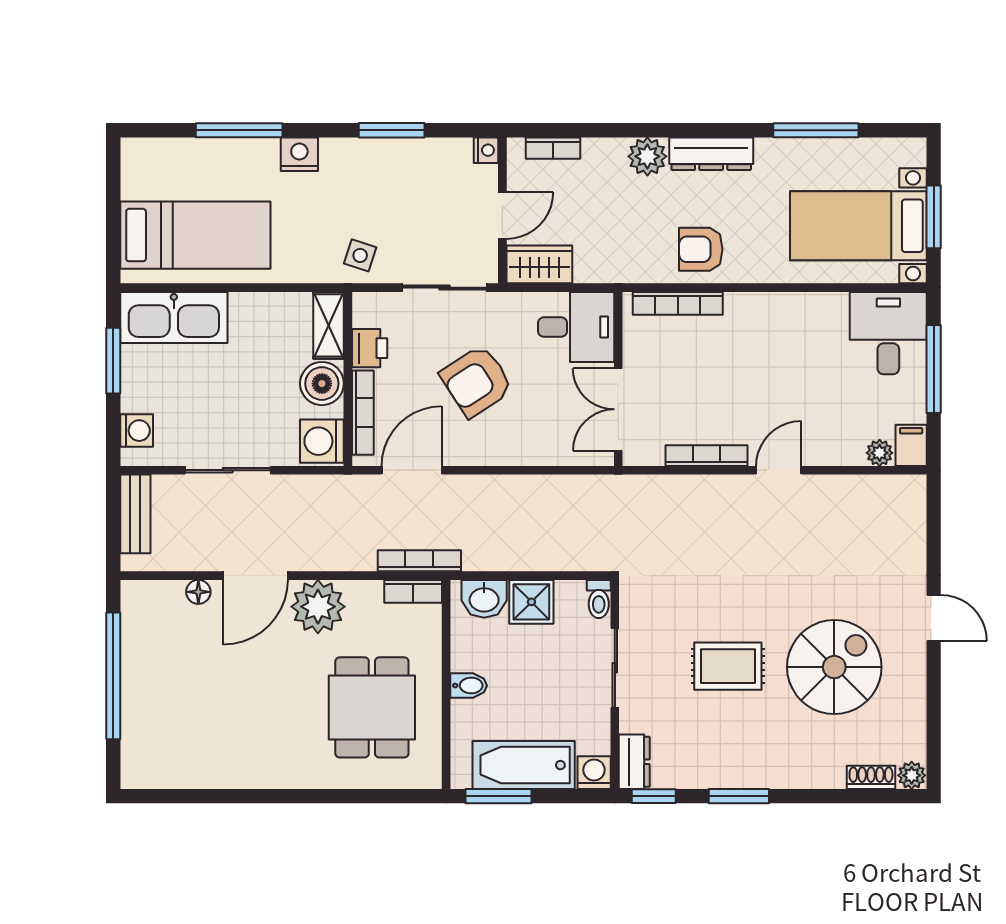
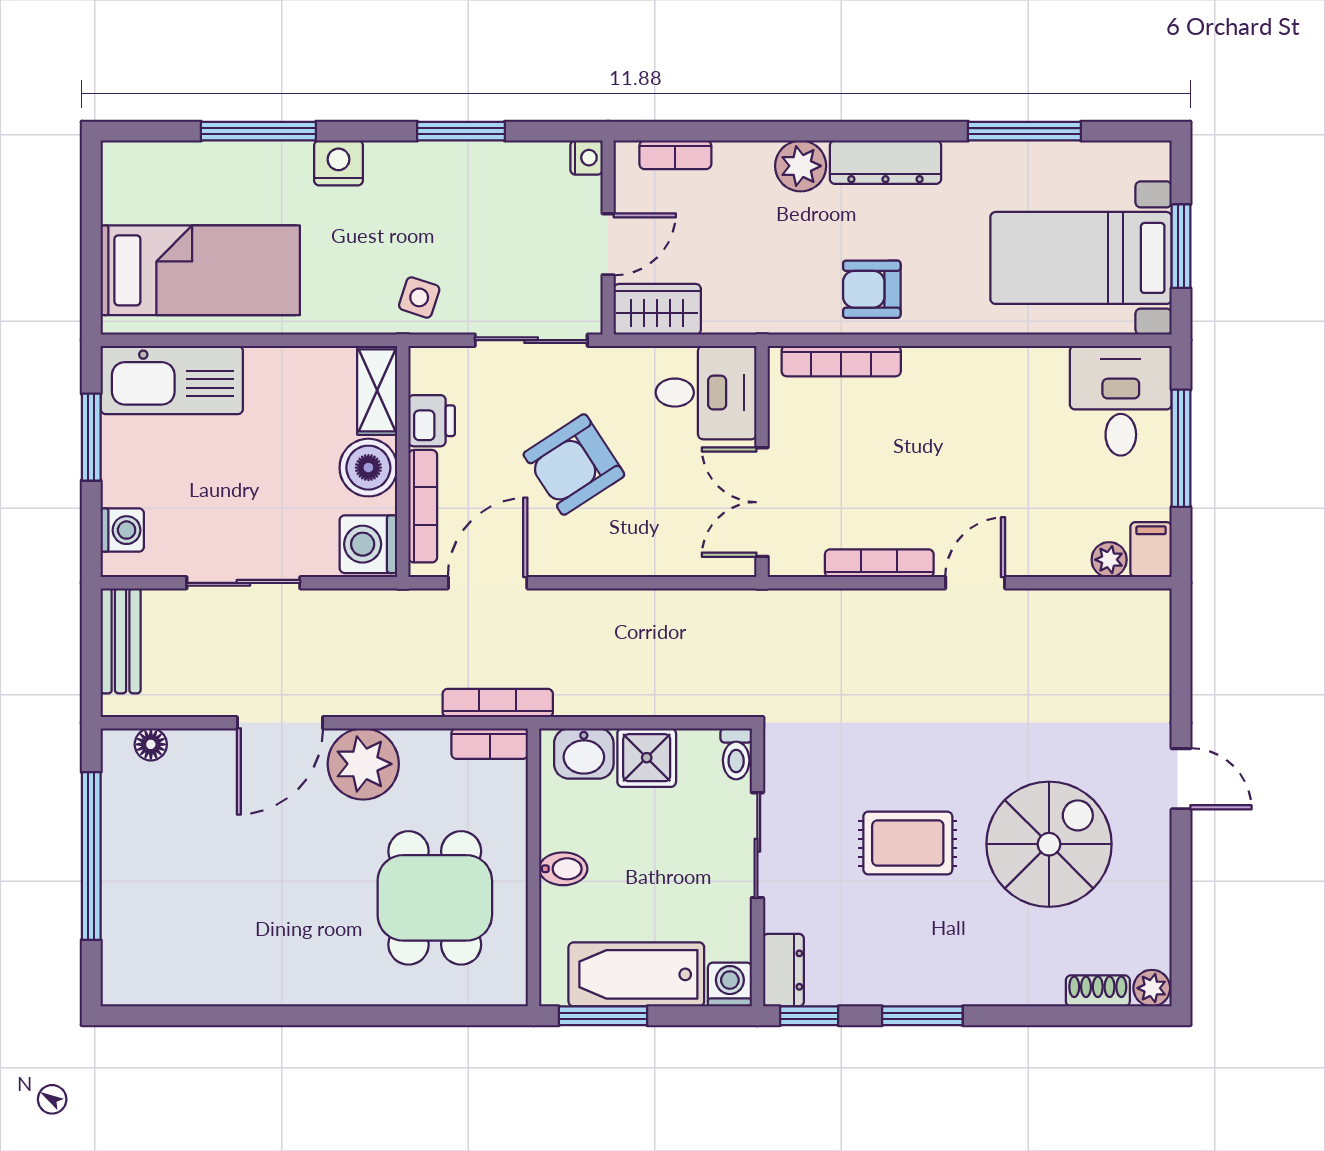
floor lamp: (198, 592) -> (151, 744), moved

